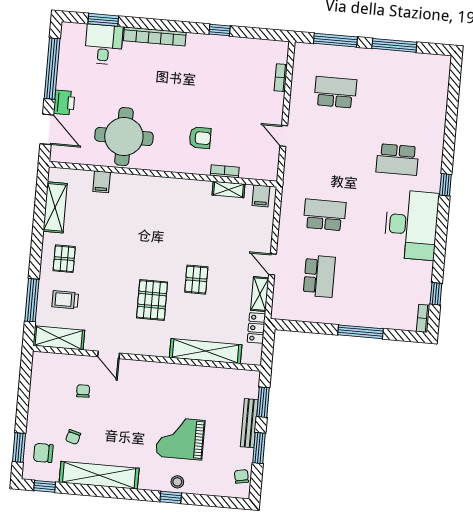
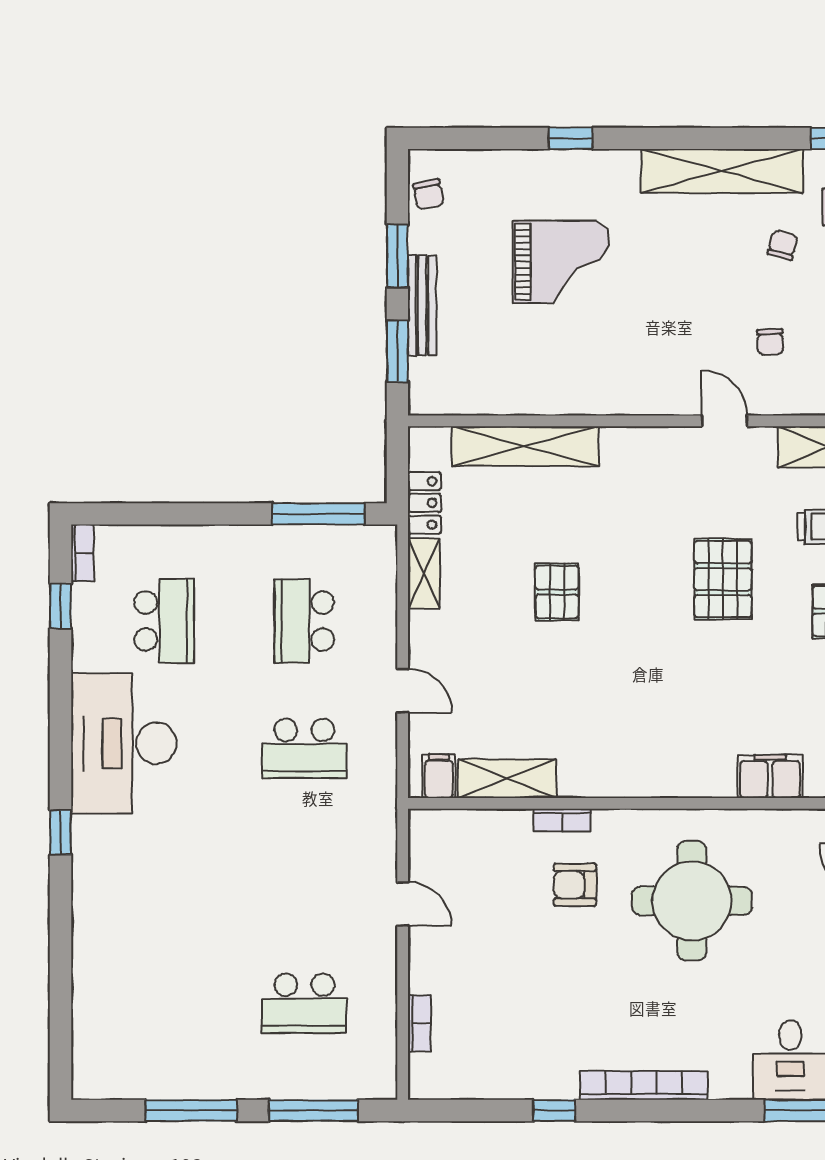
bookcase: (155, 36) -> (644, 1085), moved
round table: (124, 137) -> (692, 901), moved
school desk: (397, 159) -> (164, 621), moved, turned 90
bookcase: (225, 171) -> (562, 820), moved
filing cabinet: (102, 182) -> (770, 776), width x2.00
shelving: (228, 189) -> (507, 779), width x1.50, depth x1.33
door: (273, 264) -> (403, 691), moved
pallet: (152, 300) -> (723, 579), moved
window: (361, 332) -> (318, 514), moved
stool: (177, 482) -> (560, 171), removed

